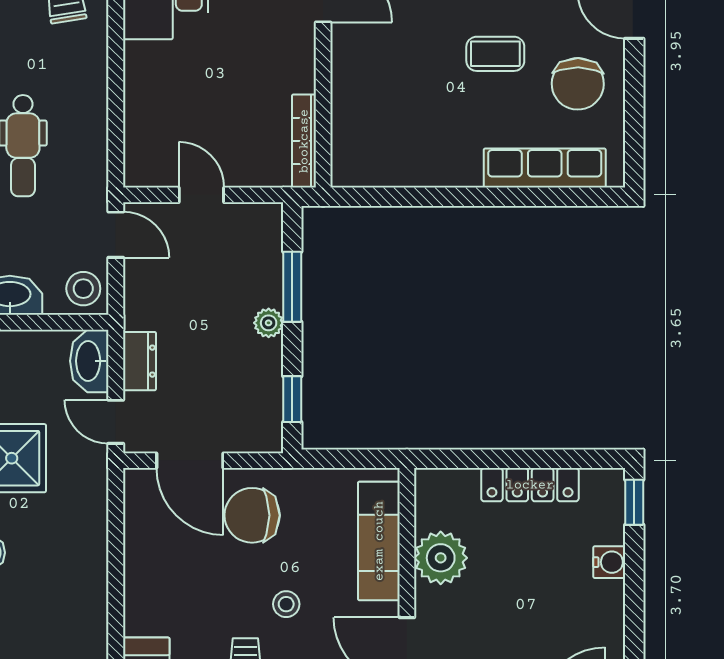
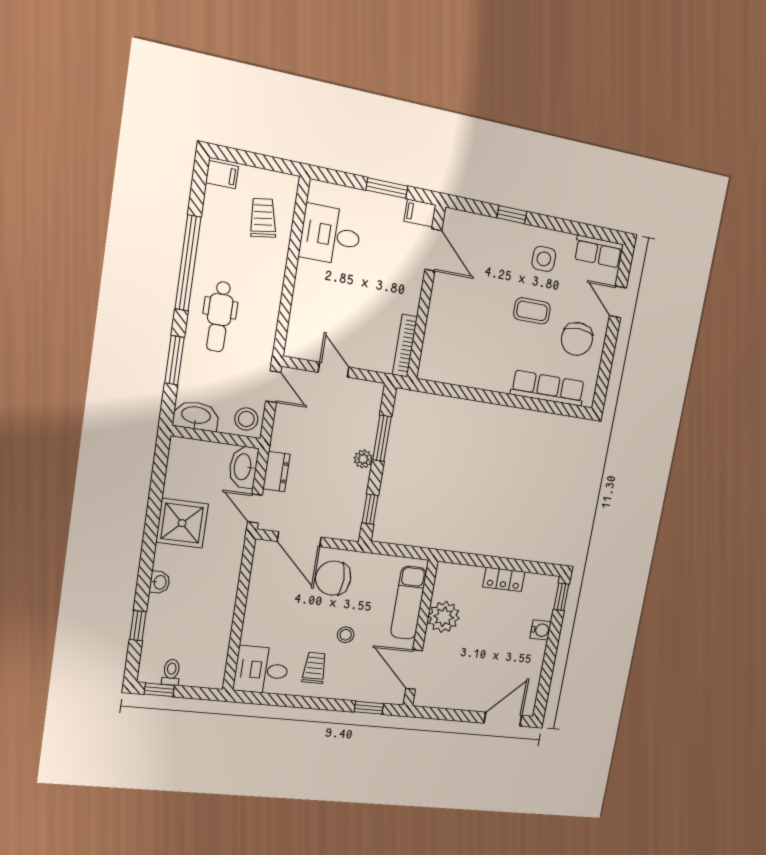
locker: (530, 485) -> (504, 579), width x0.66

